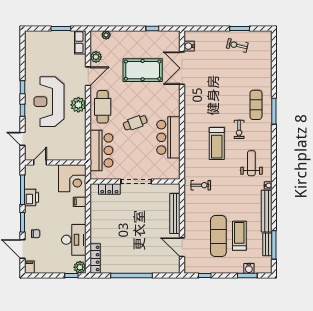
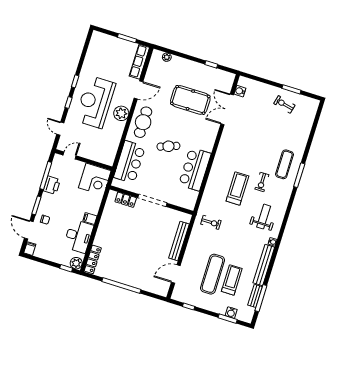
row of seats: (80, 42) -> (139, 62), width x1.48
plant: (96, 57) -> (151, 74), removed
treadmill: (217, 143) -> (237, 189), turned 180
filing cabinet: (80, 202) -> (90, 219), moved
door: (182, 247) -> (176, 274), hinge flipped

